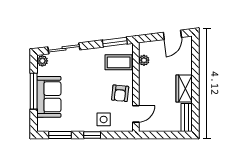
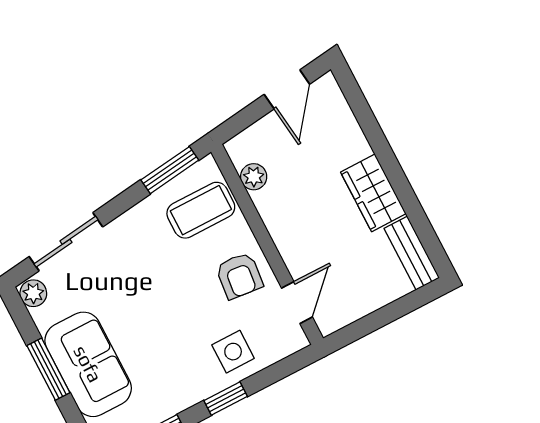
window: (34, 91) -> (48, 369), width x0.69

